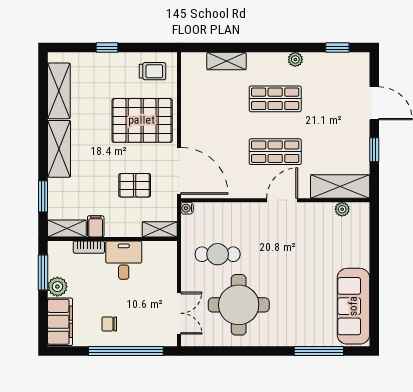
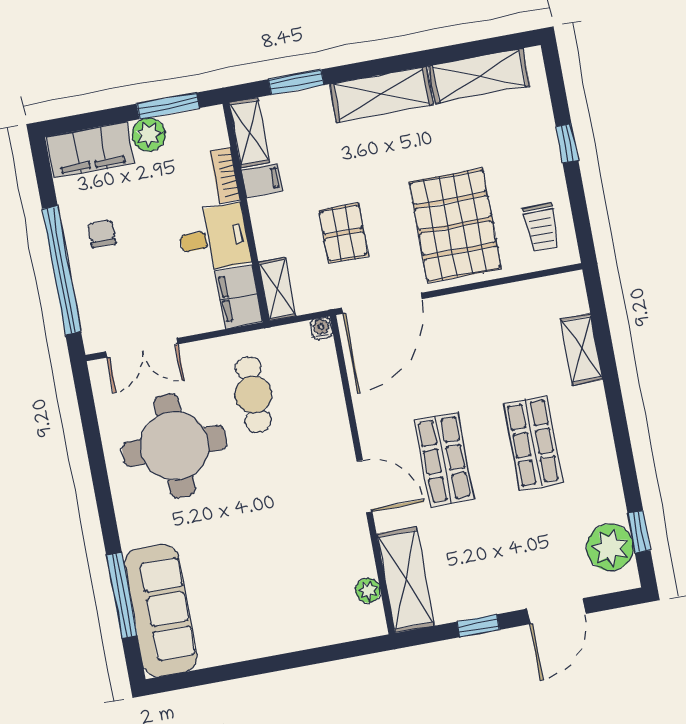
plant: (295, 59) -> (610, 547), moved, width x1.87, depth x1.87
filing cabinet: (160, 252) -> (239, 296), added
sofa: (353, 306) -> (161, 610), moved, turned 90

